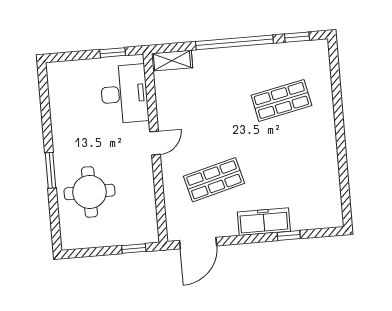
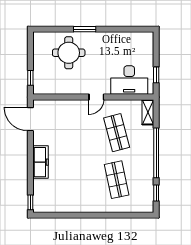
door: (155, 143) -> (96, 97), hinge flipped
shop shelf: (214, 180) -> (117, 133), moved
window: (289, 236) -> (30, 202), moved

